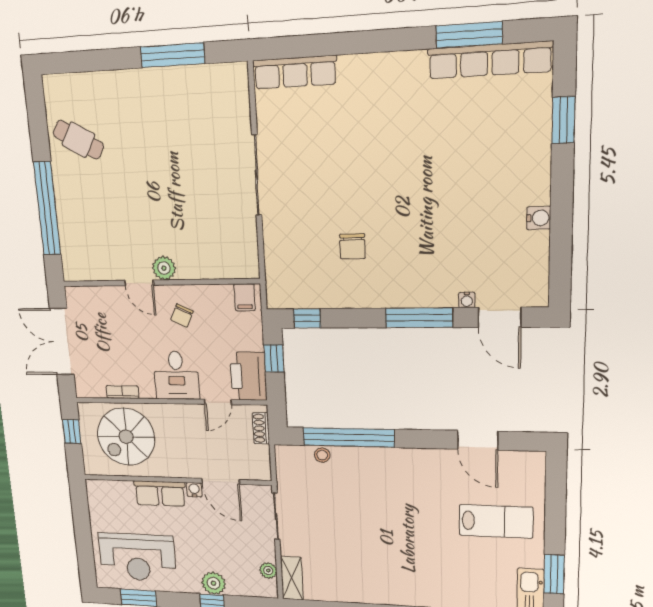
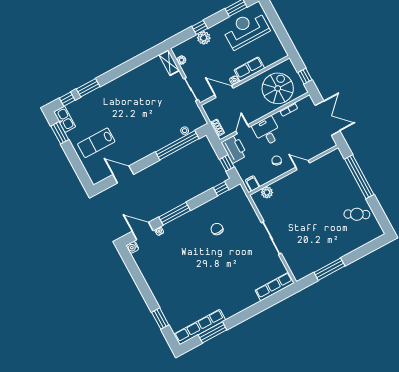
water cooler: (539, 218) -> (133, 247), moved
plant: (164, 268) -> (267, 192), moved

